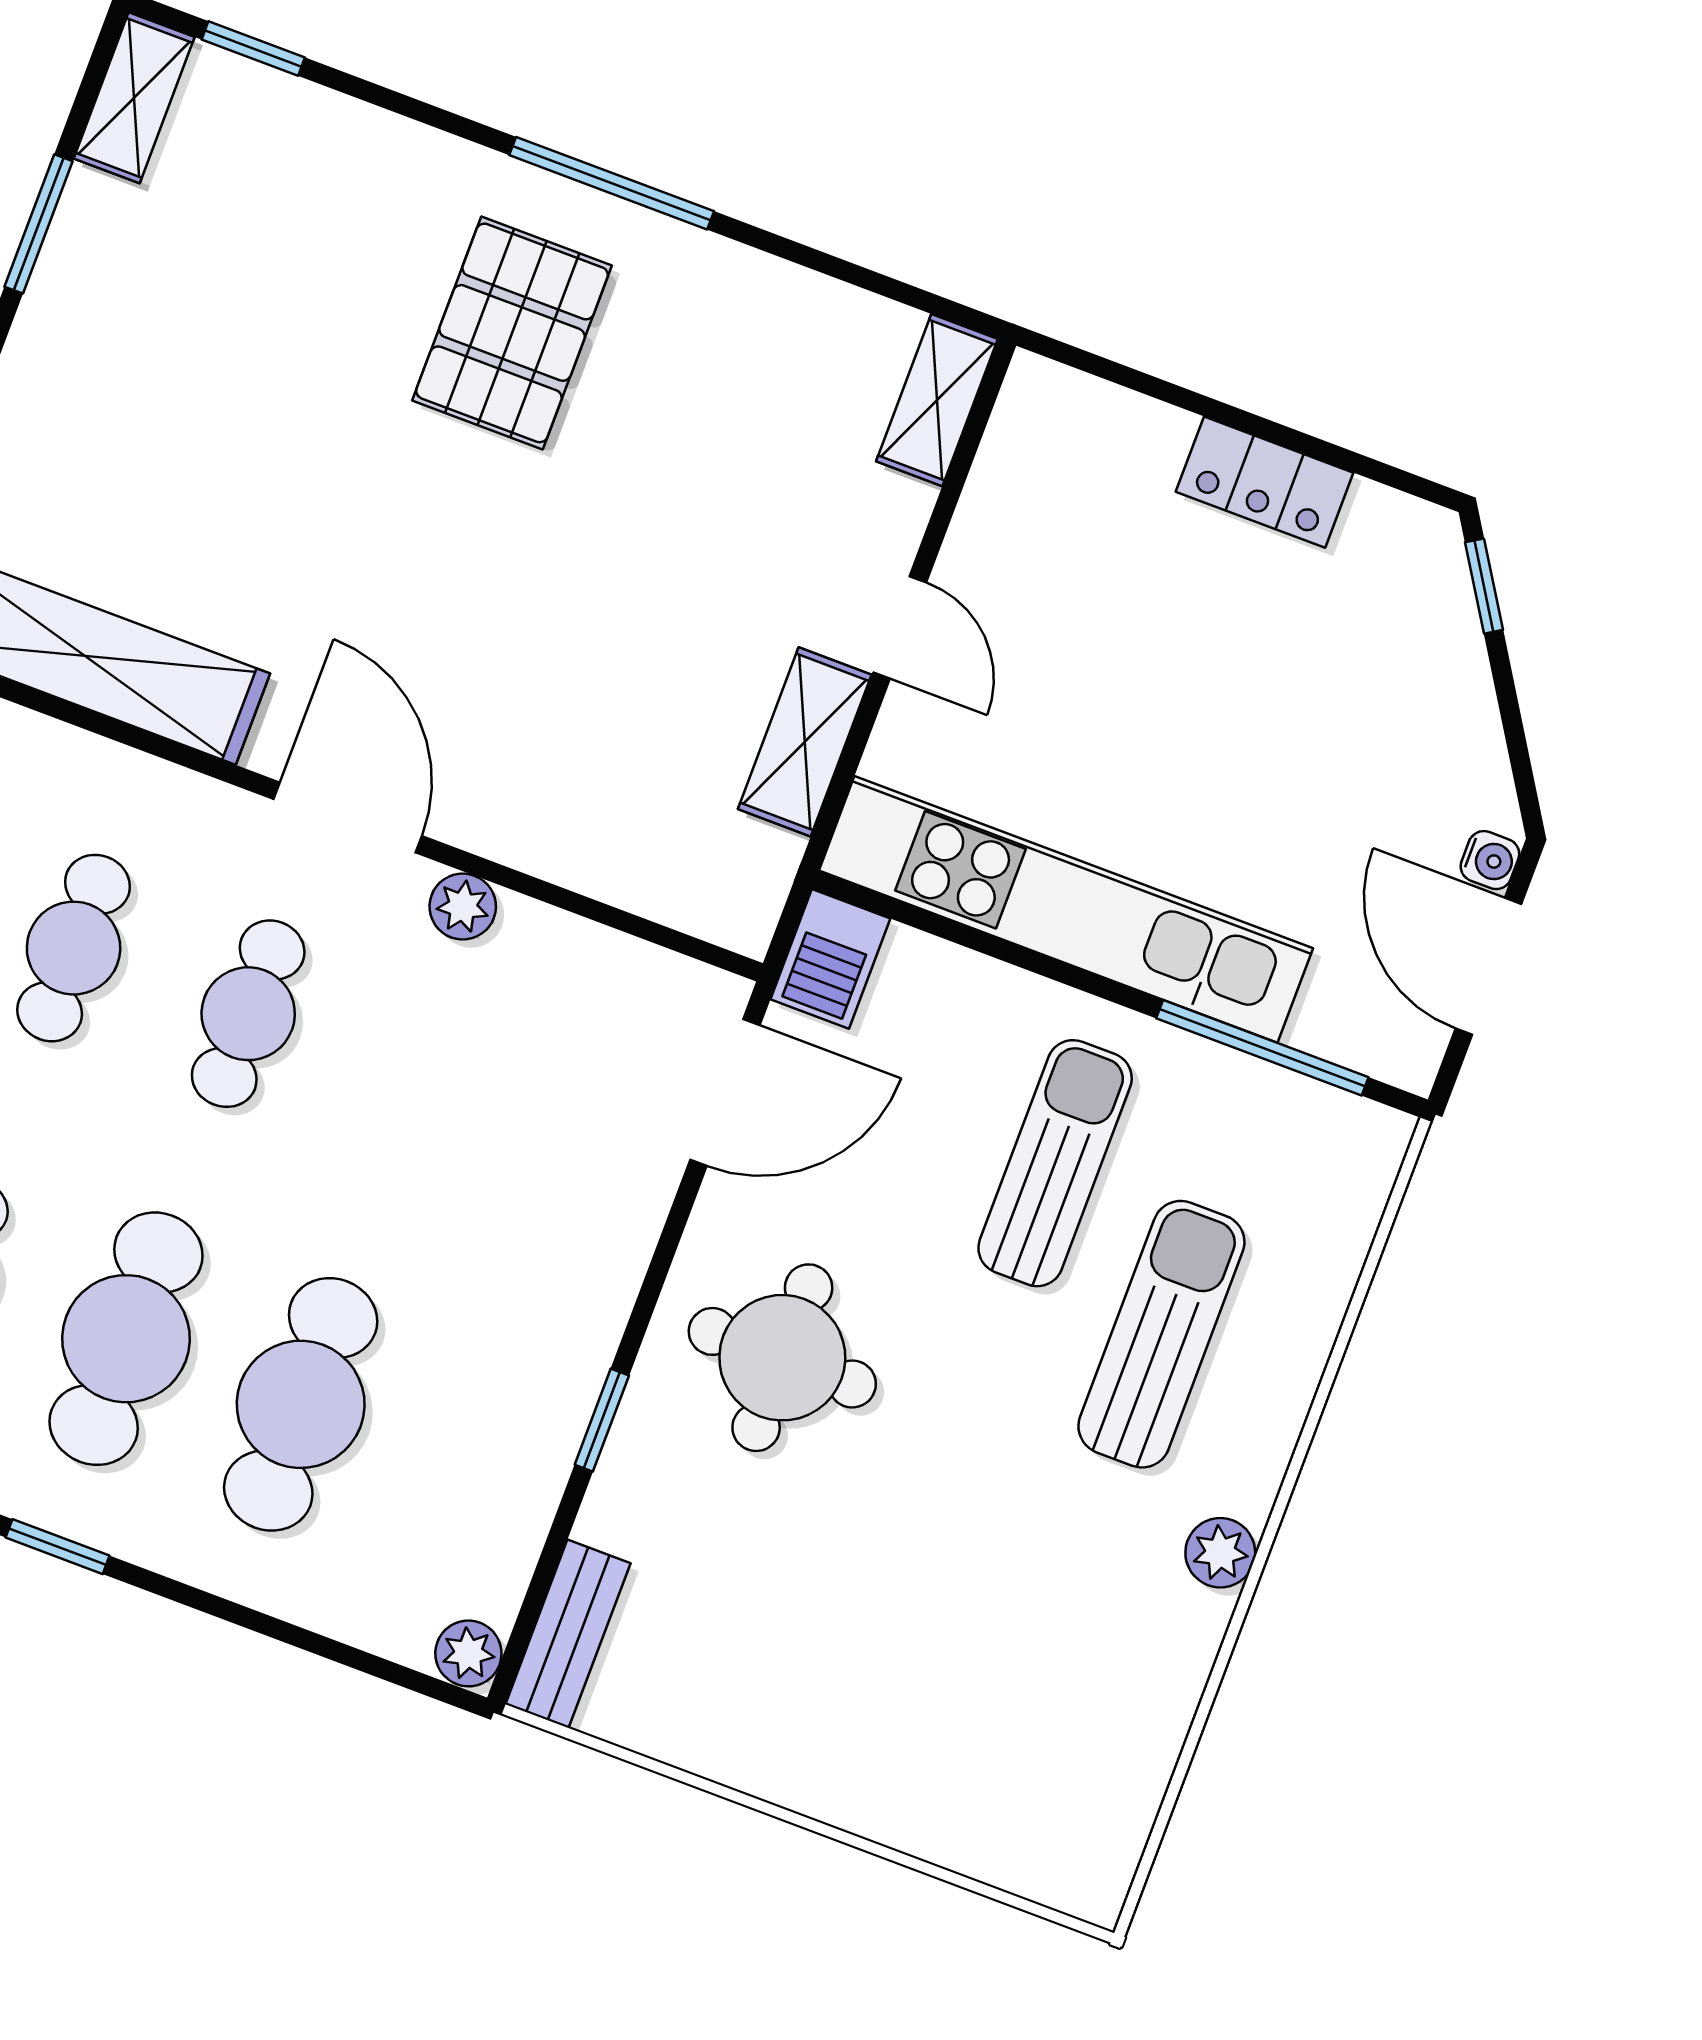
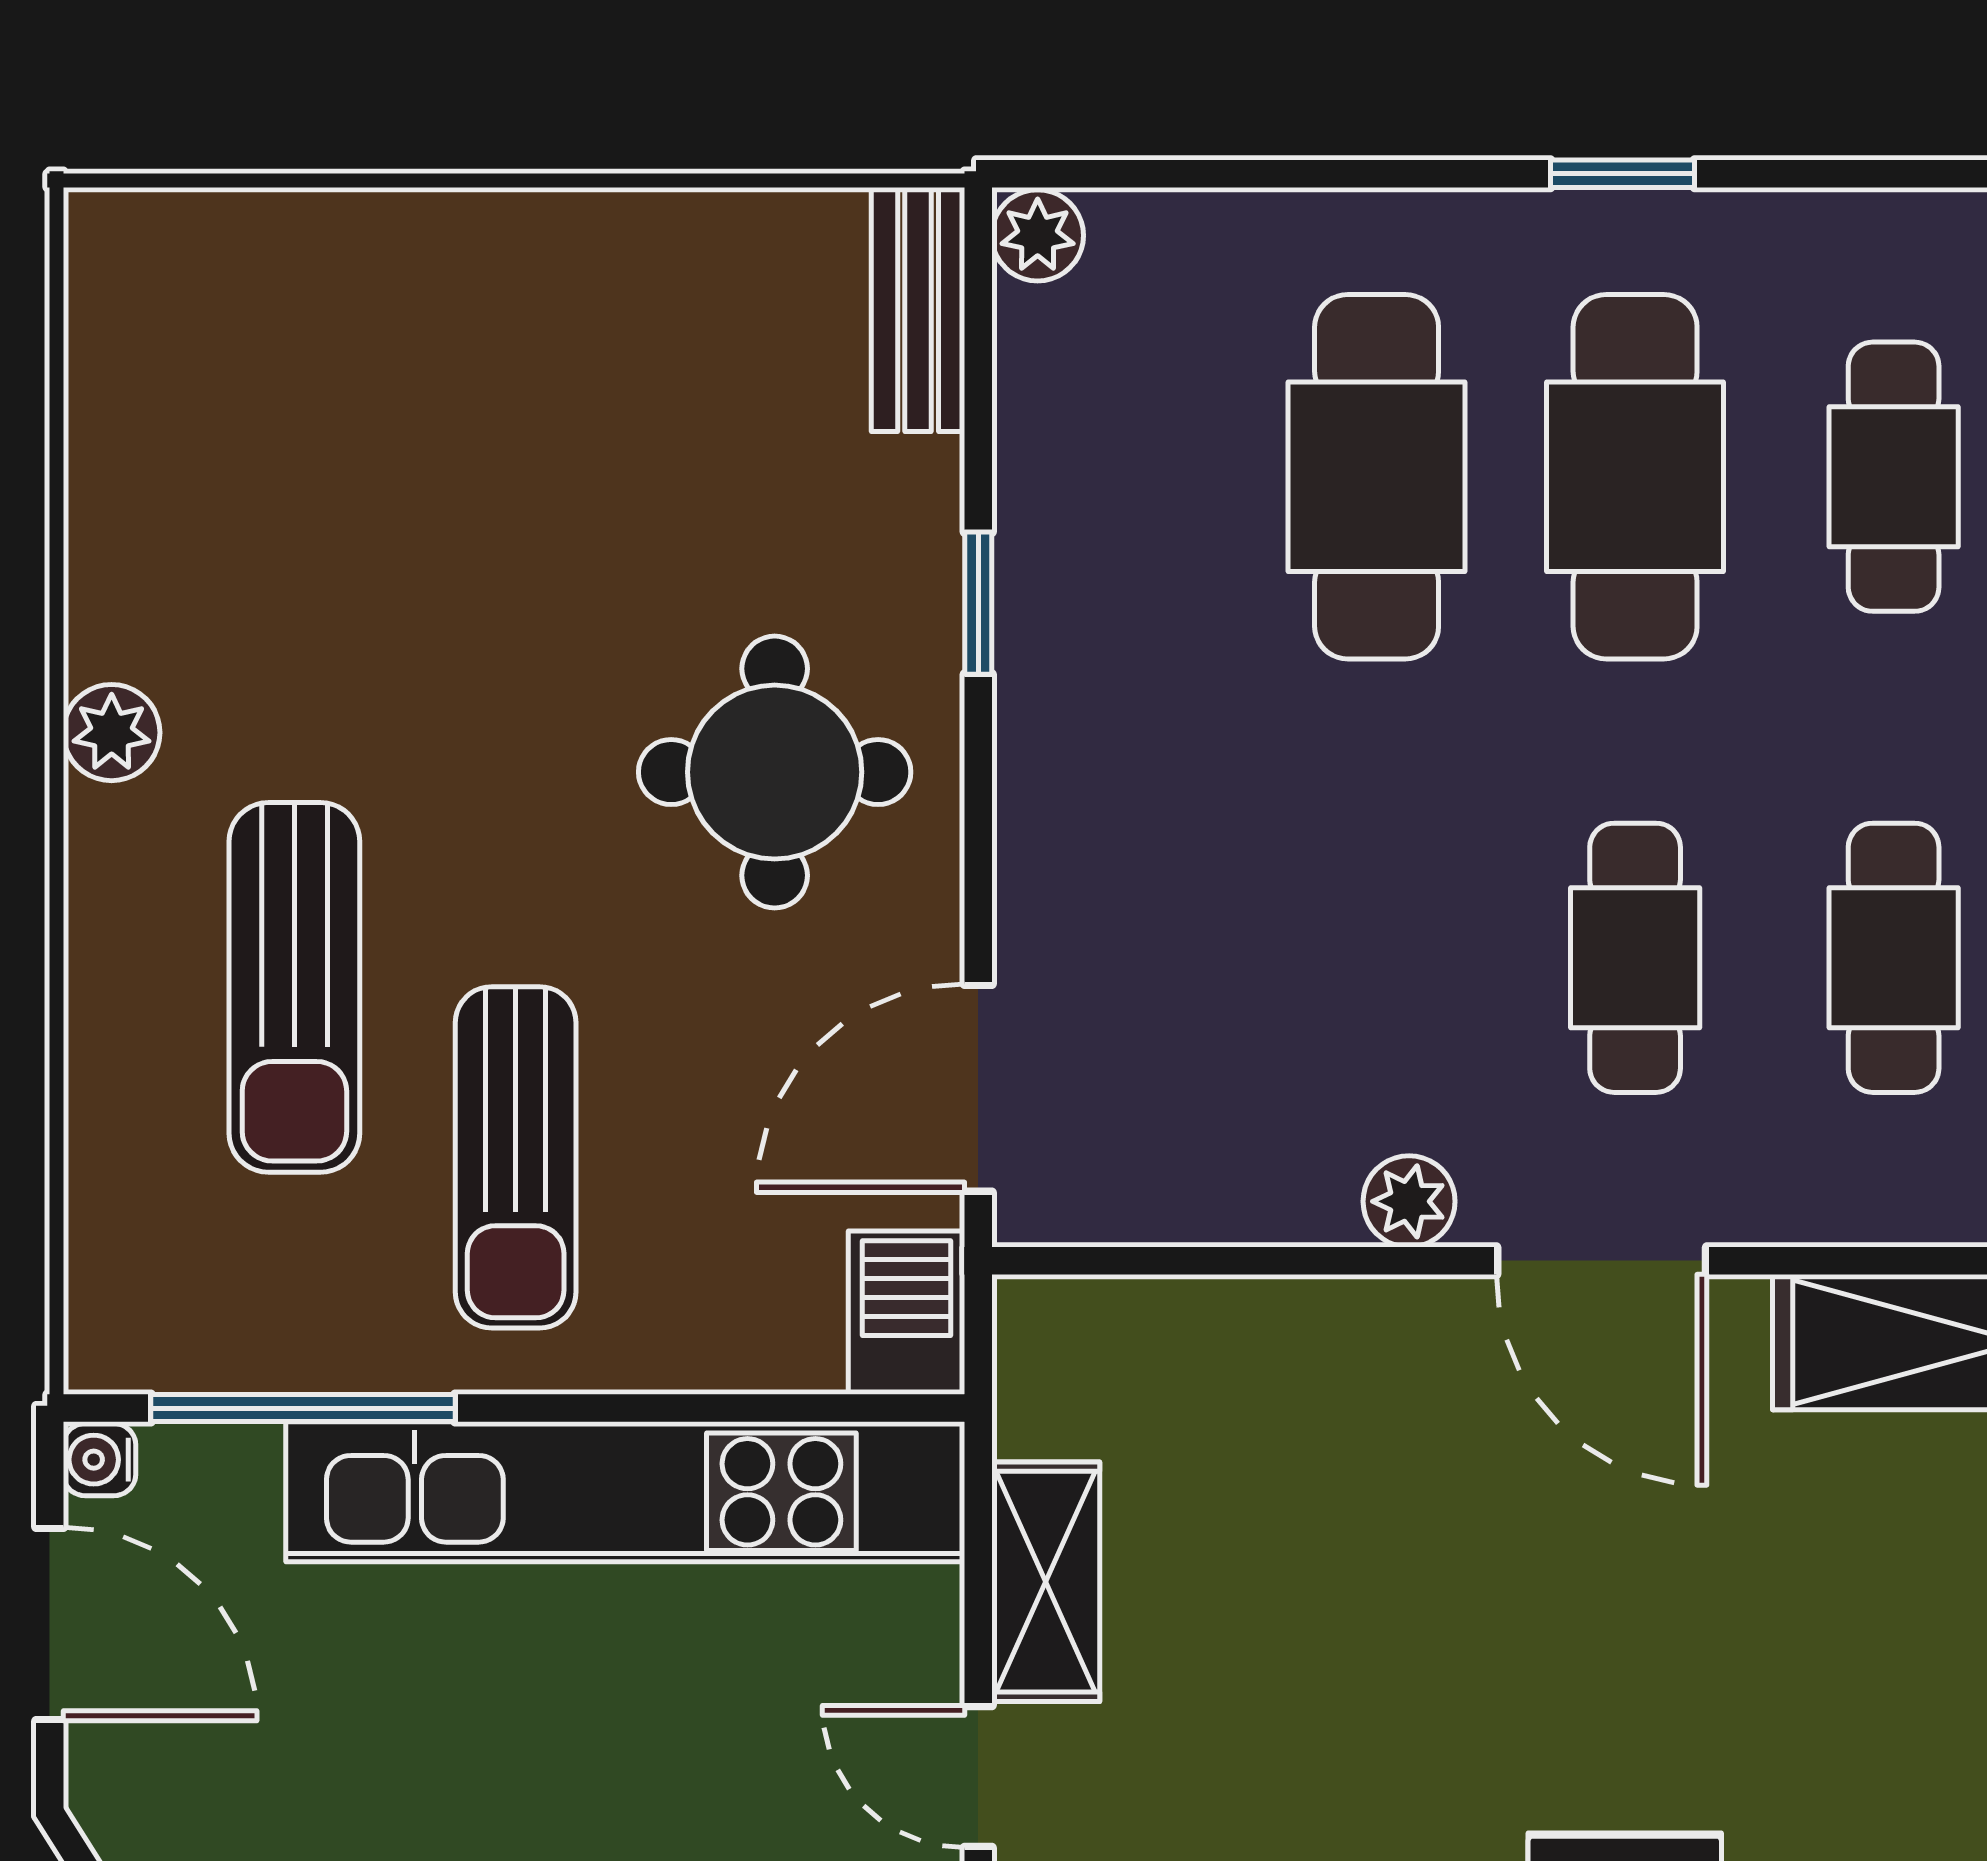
water cooler: (1490, 860) -> (99, 1460), moved

